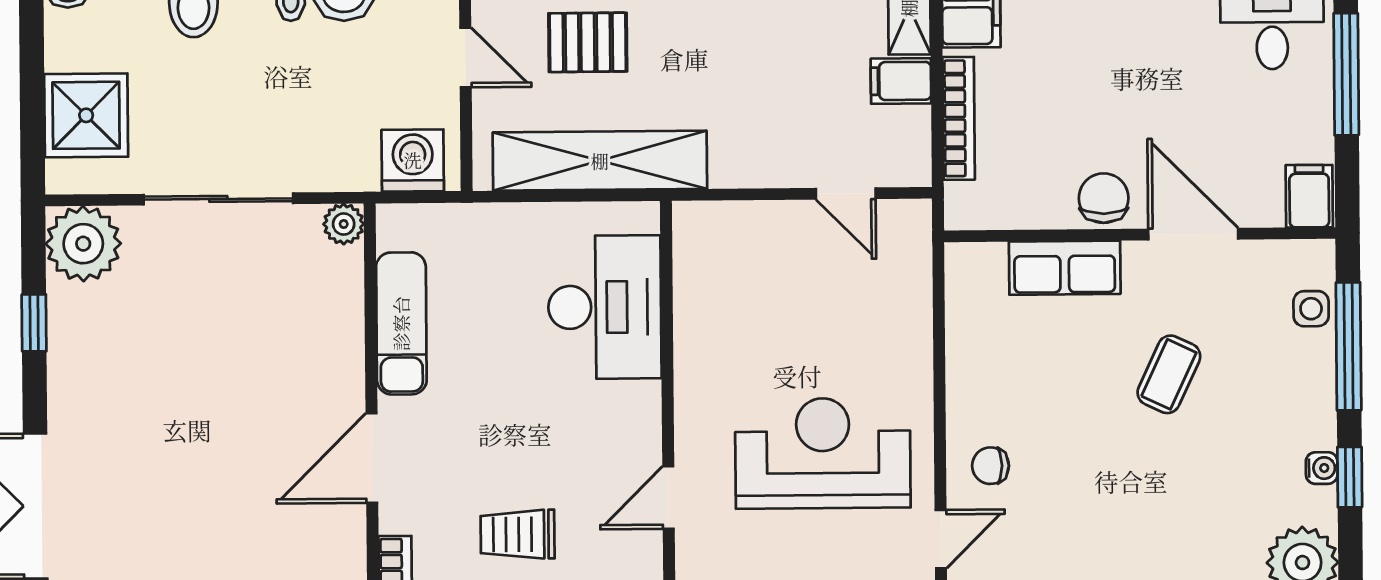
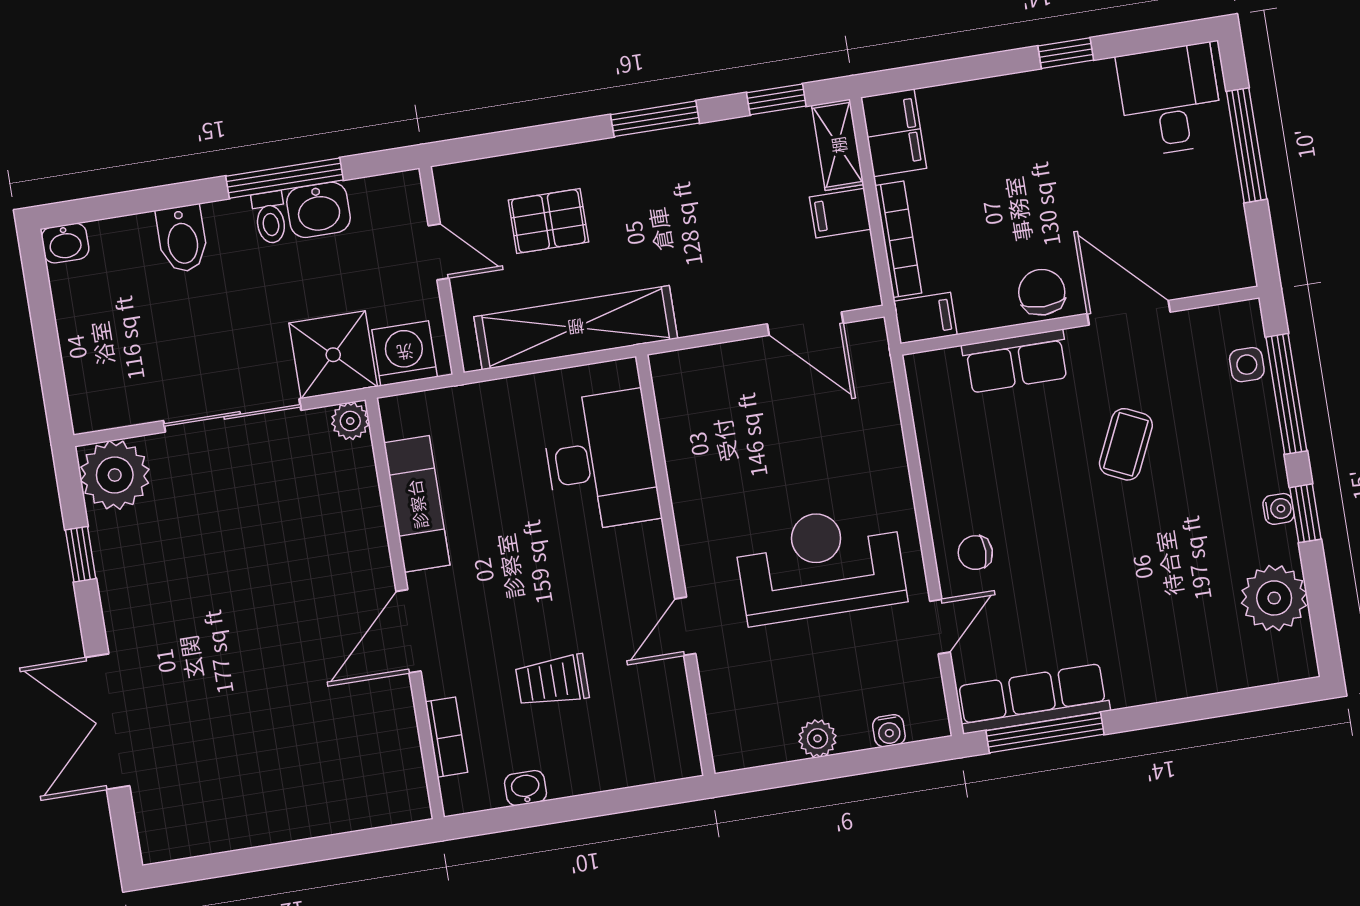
shower: (86, 115) -> (333, 355), moved
door: (846, 193) -> (805, 324), width x1.38
filing cabinet: (1309, 196) -> (925, 318), moved, turned 90

